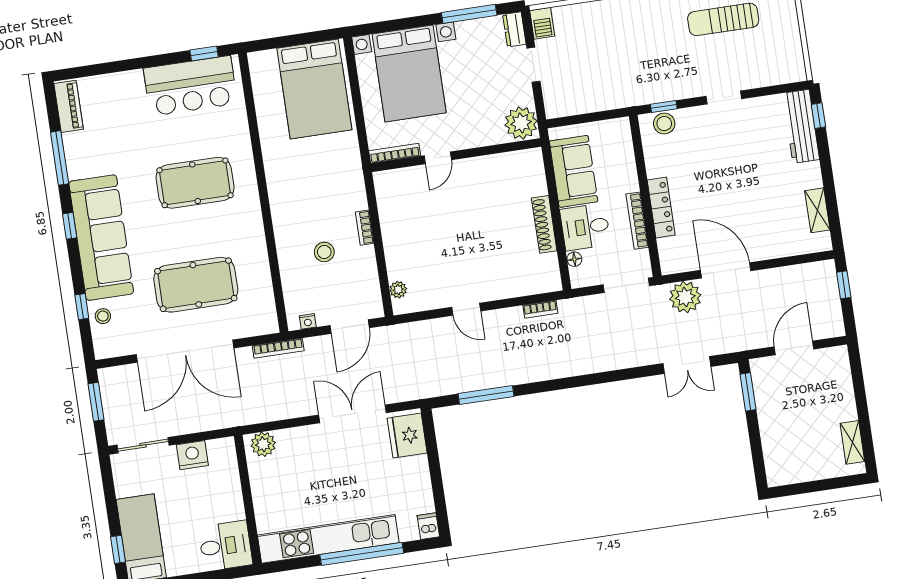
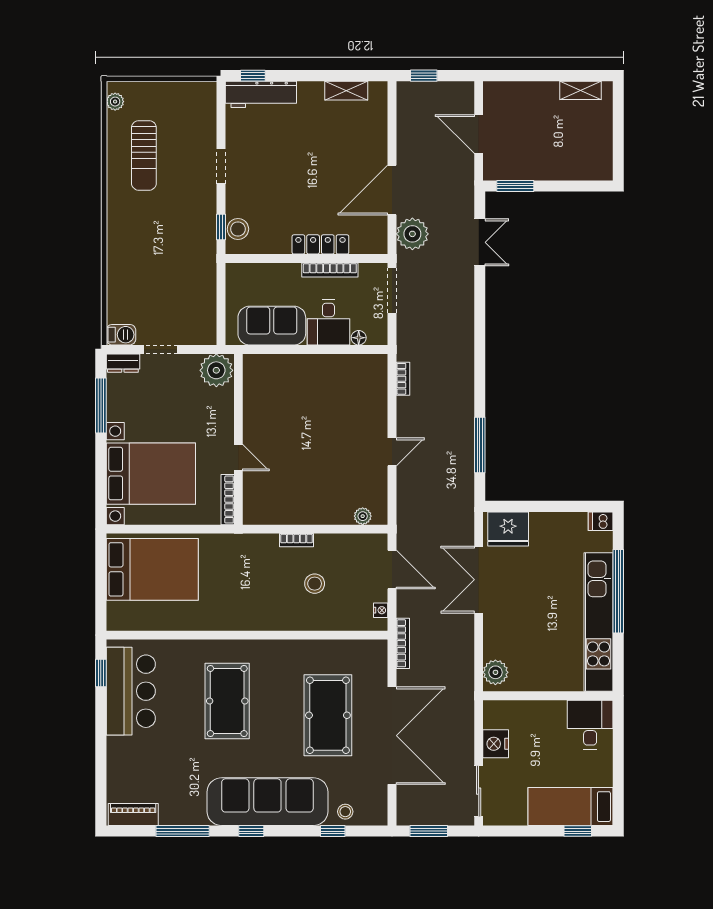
shoe rack: (544, 224) -> (320, 362), removed

